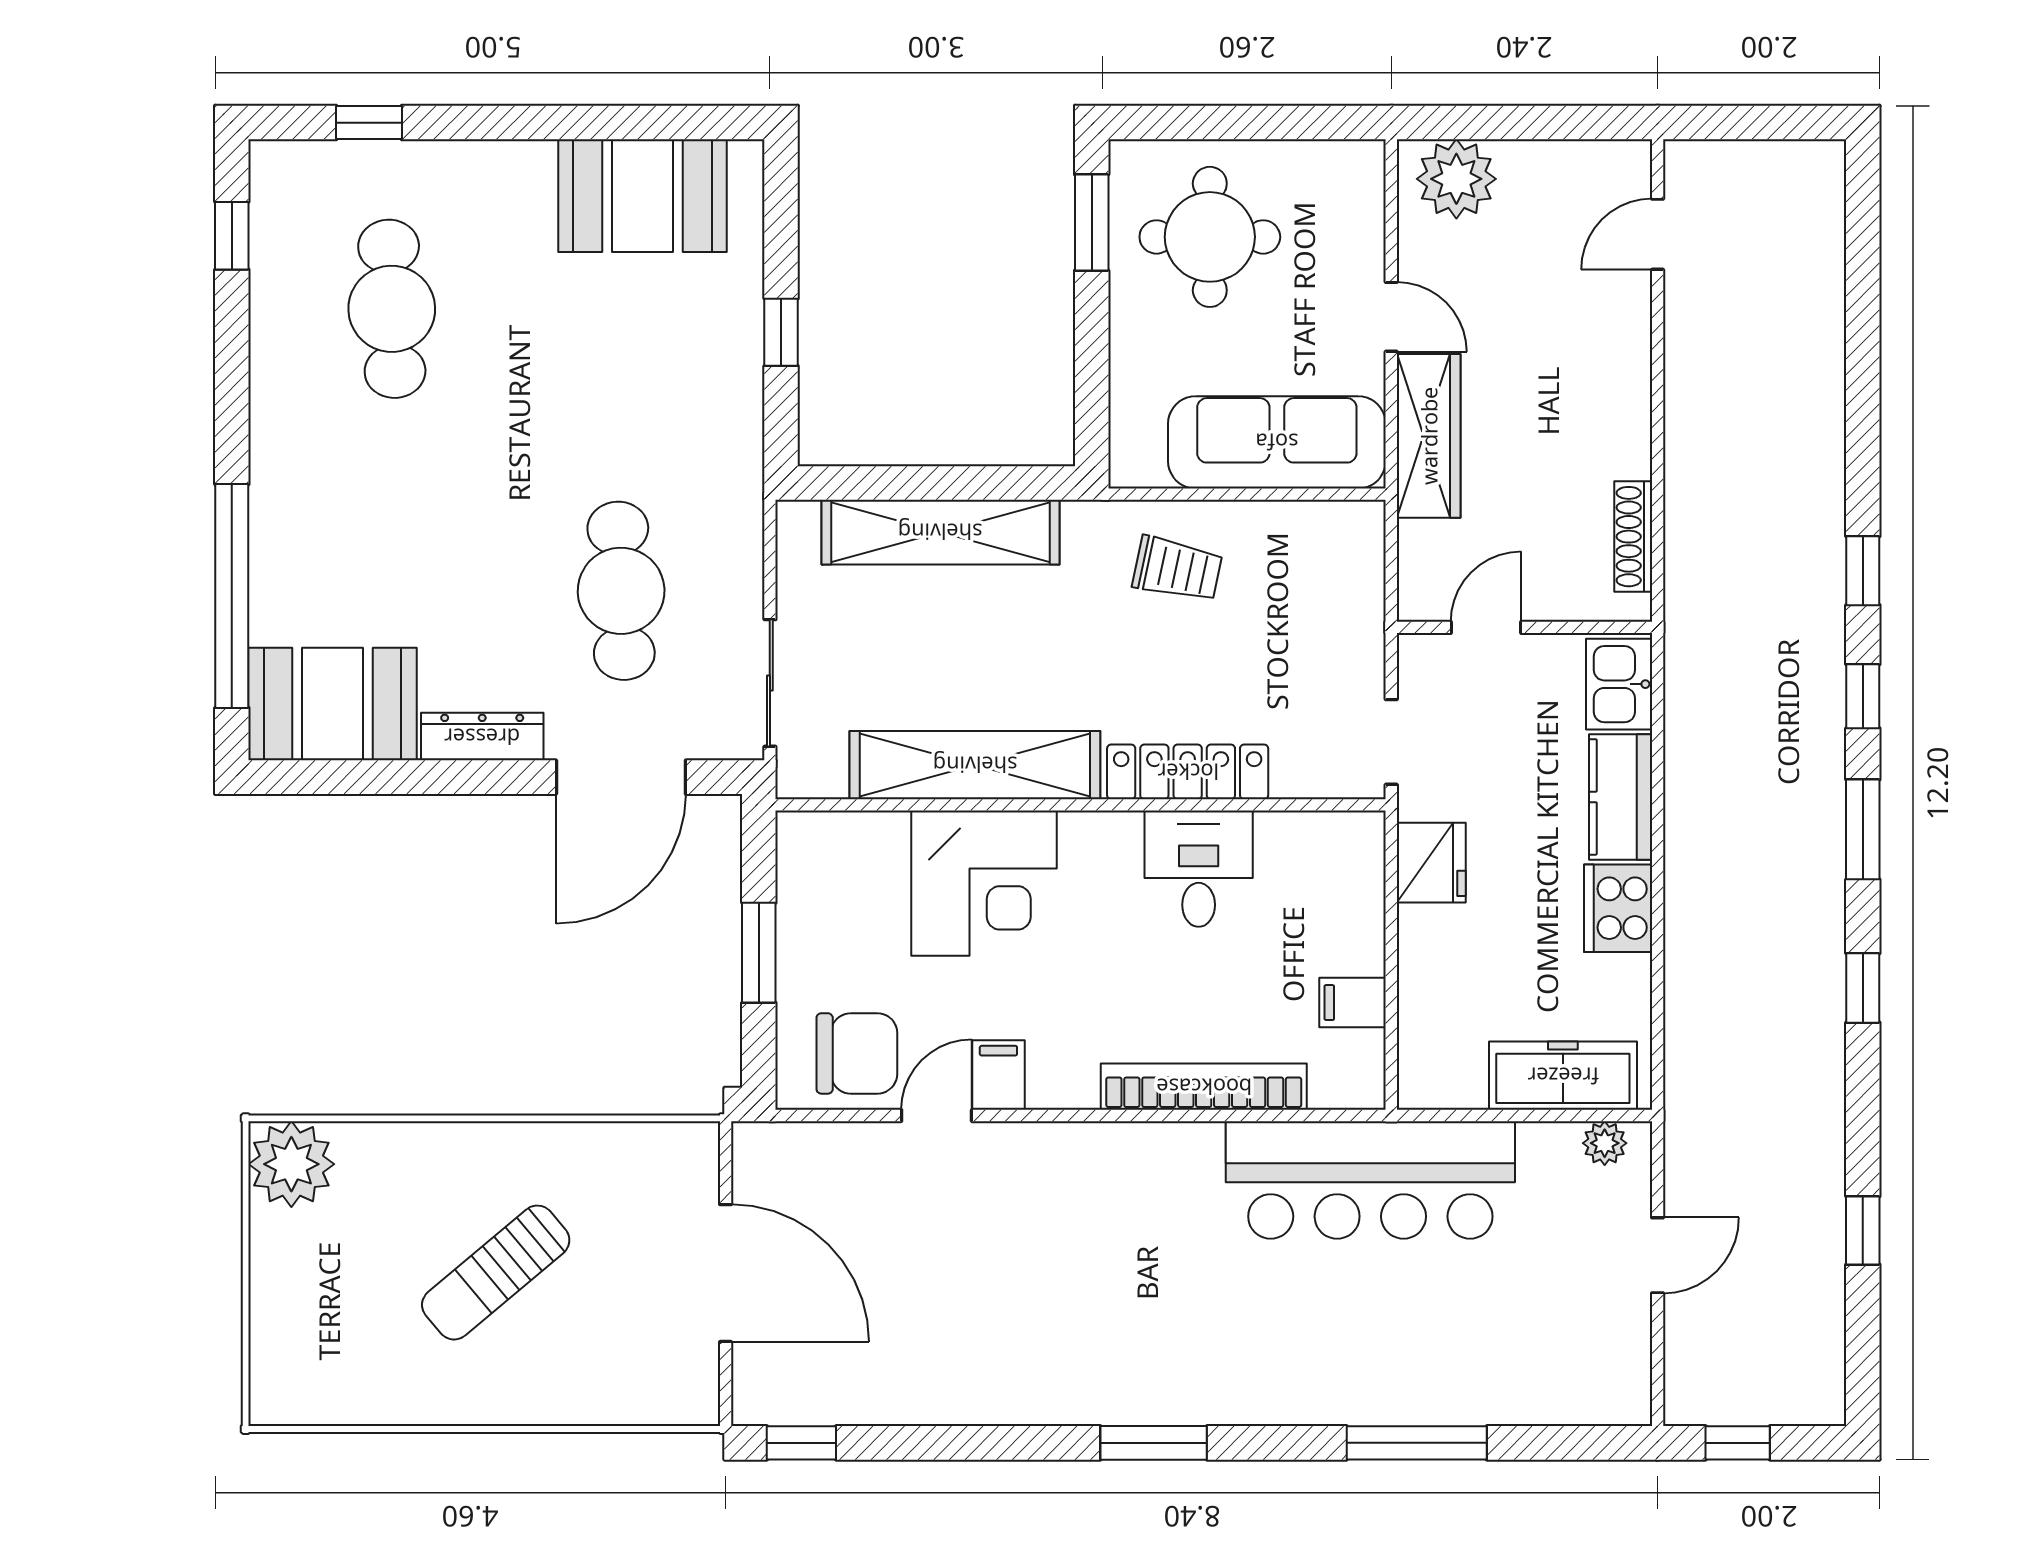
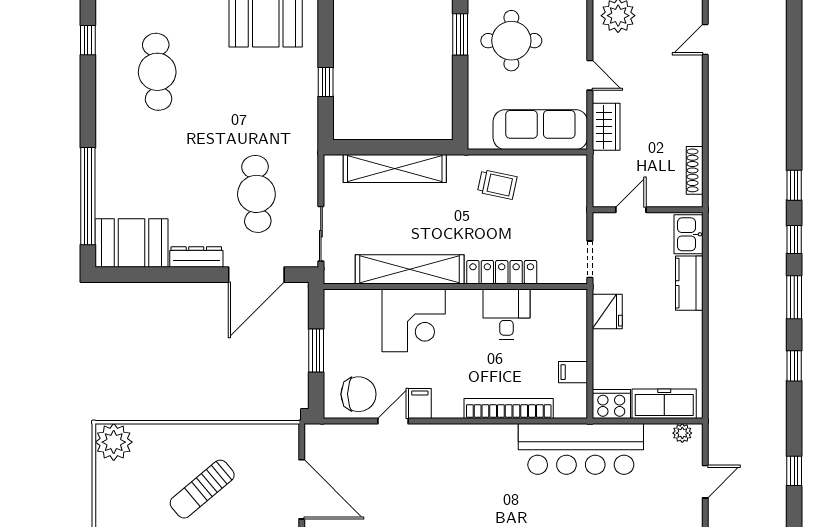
wardrobe: (1429, 436) -> (606, 127), width x0.67
cooker: (1618, 908) -> (611, 404), moved, turned 90

